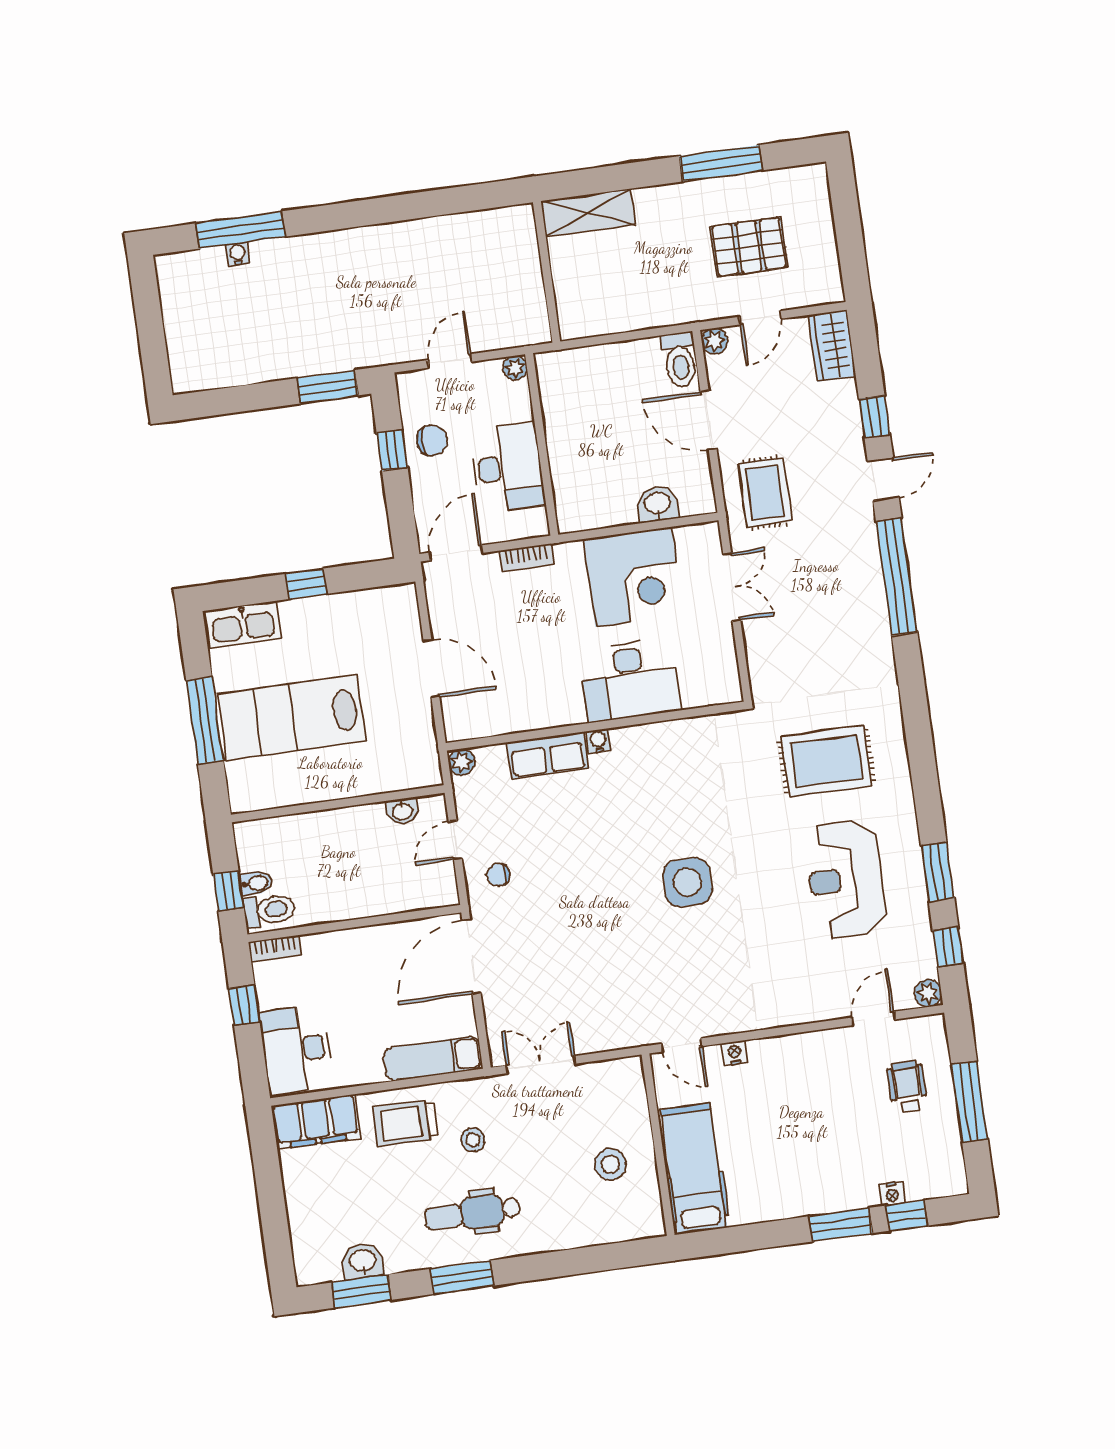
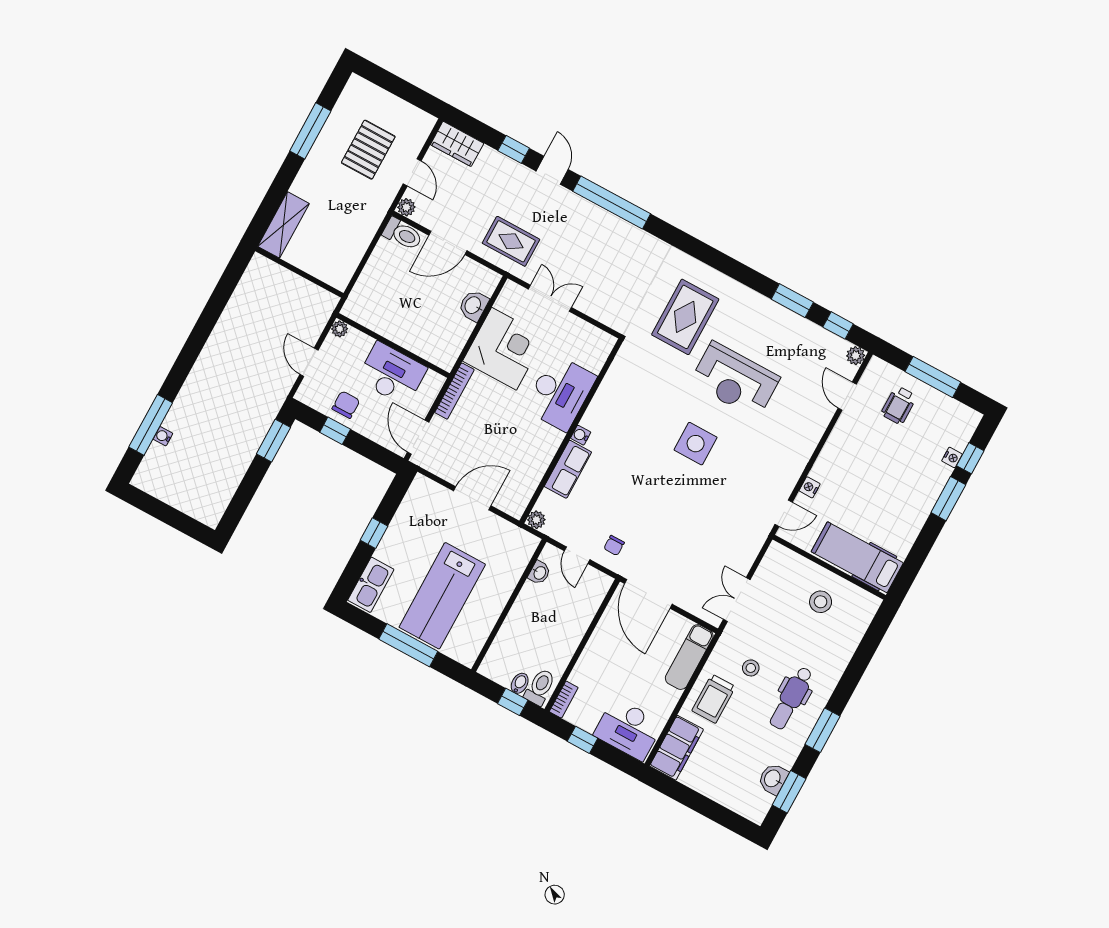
bookcase: (526, 557) -> (454, 391), width x1.56
reception desk: (846, 879) -> (735, 380), moved
wheelchair: (907, 1086) -> (899, 405), turned -89

